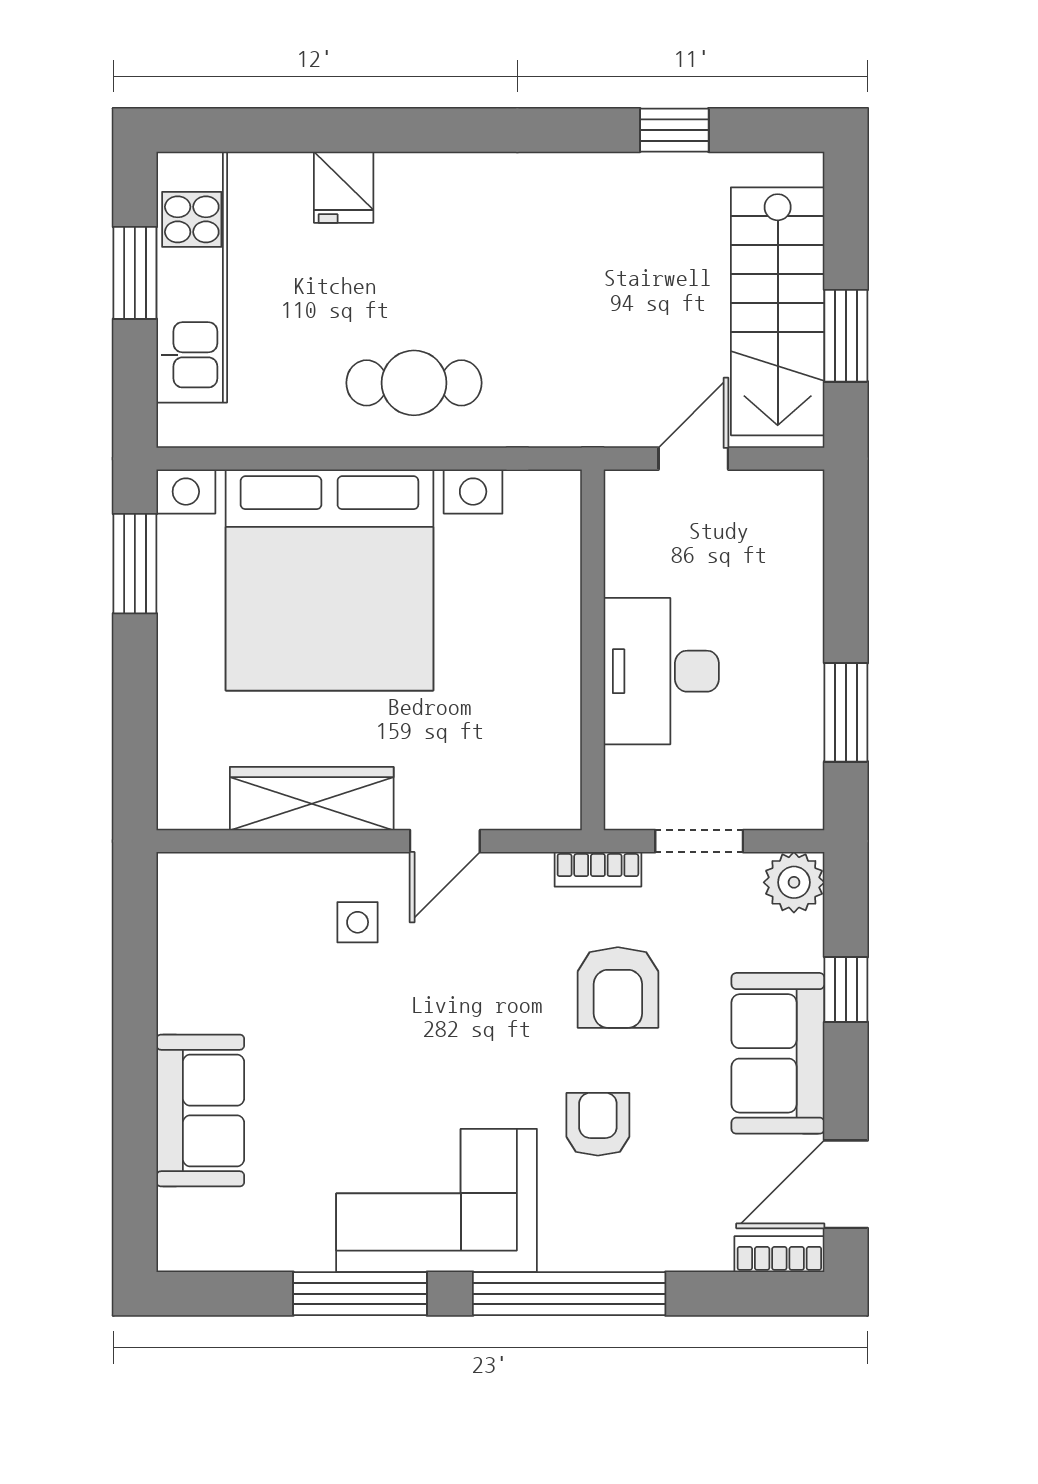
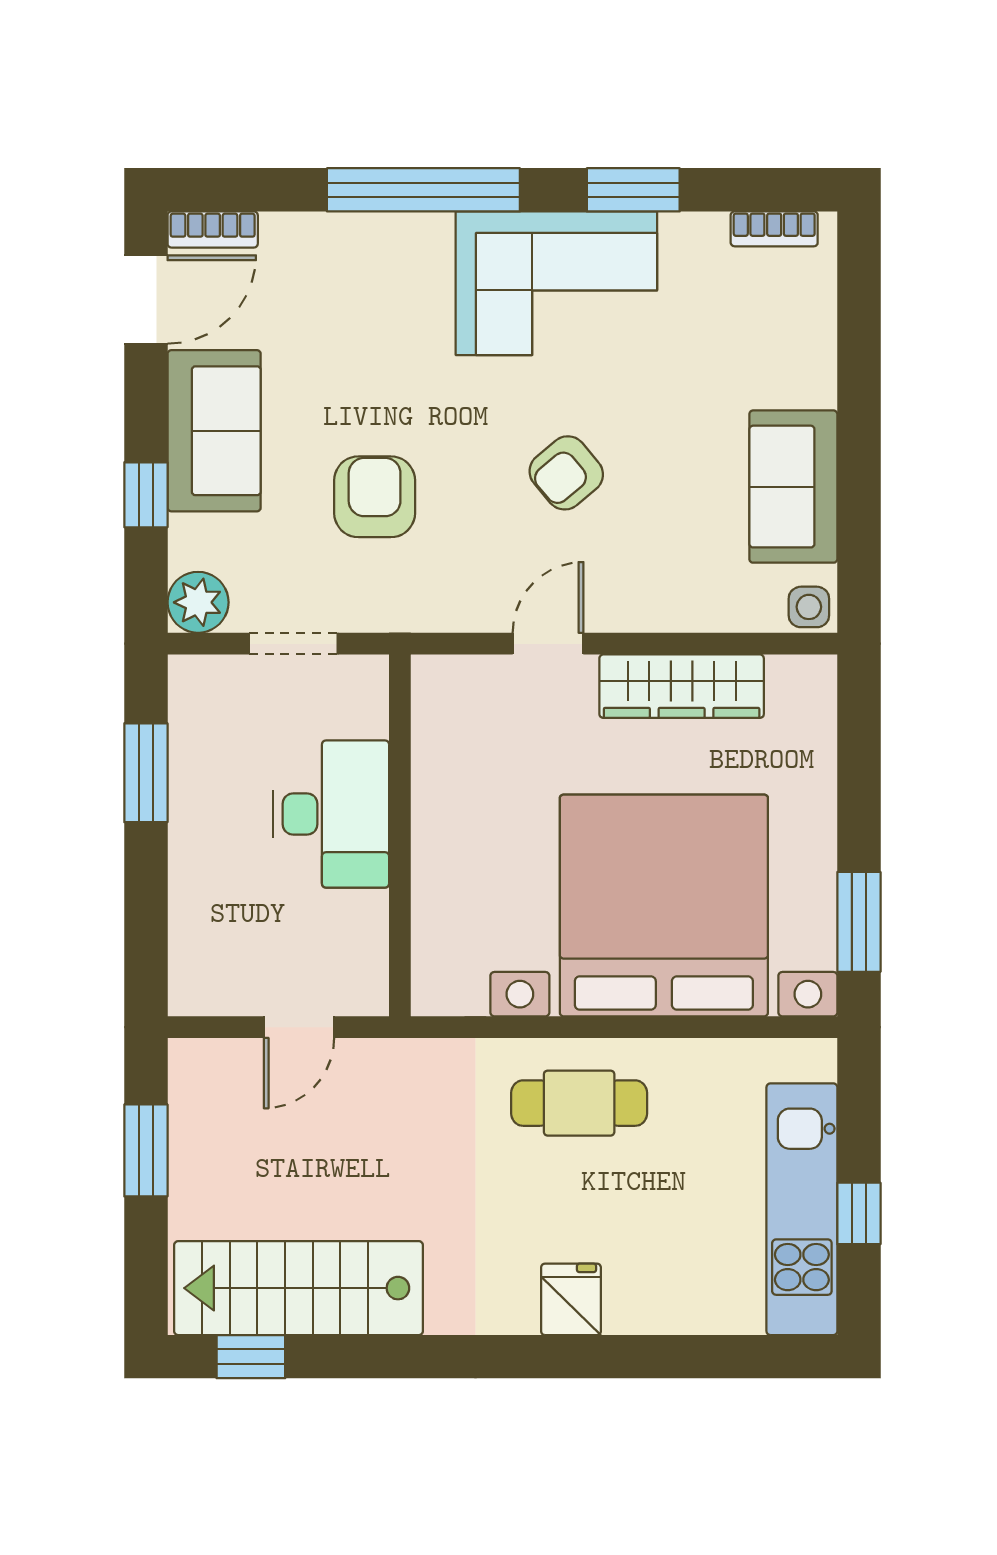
window: (674, 130) -> (251, 1357), moved
fridge: (344, 187) -> (571, 1299), moved
window: (135, 273) -> (859, 1213), width x0.67
stairs: (778, 311) -> (298, 1288), moved, turned -90
bookcase: (598, 869) -> (774, 229), moved, turned 180
side table: (358, 922) -> (809, 607), moved
sofa: (200, 1111) -> (793, 487), moved
armchair: (598, 1124) -> (566, 473), moved, turned 50
window: (360, 1294) -> (633, 190), width x0.69

